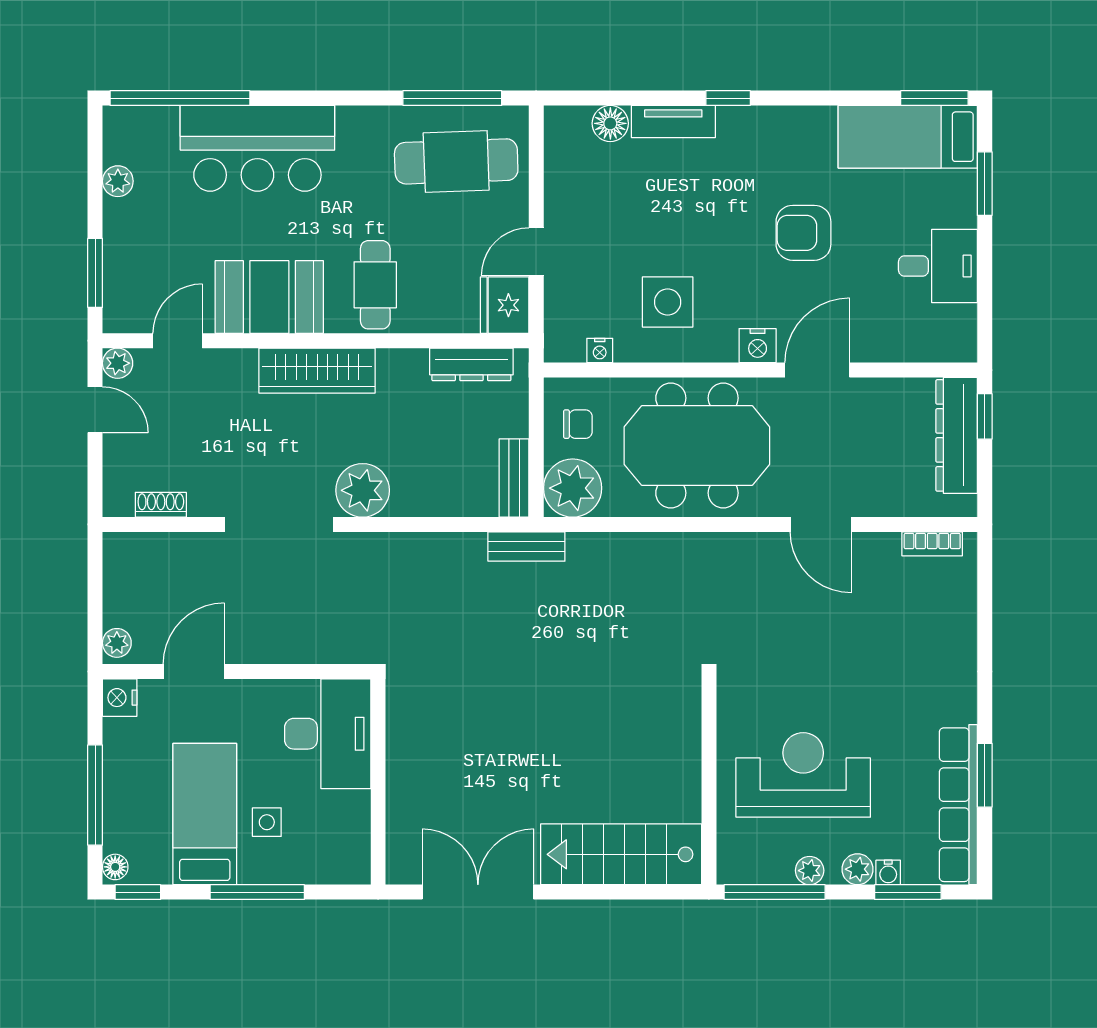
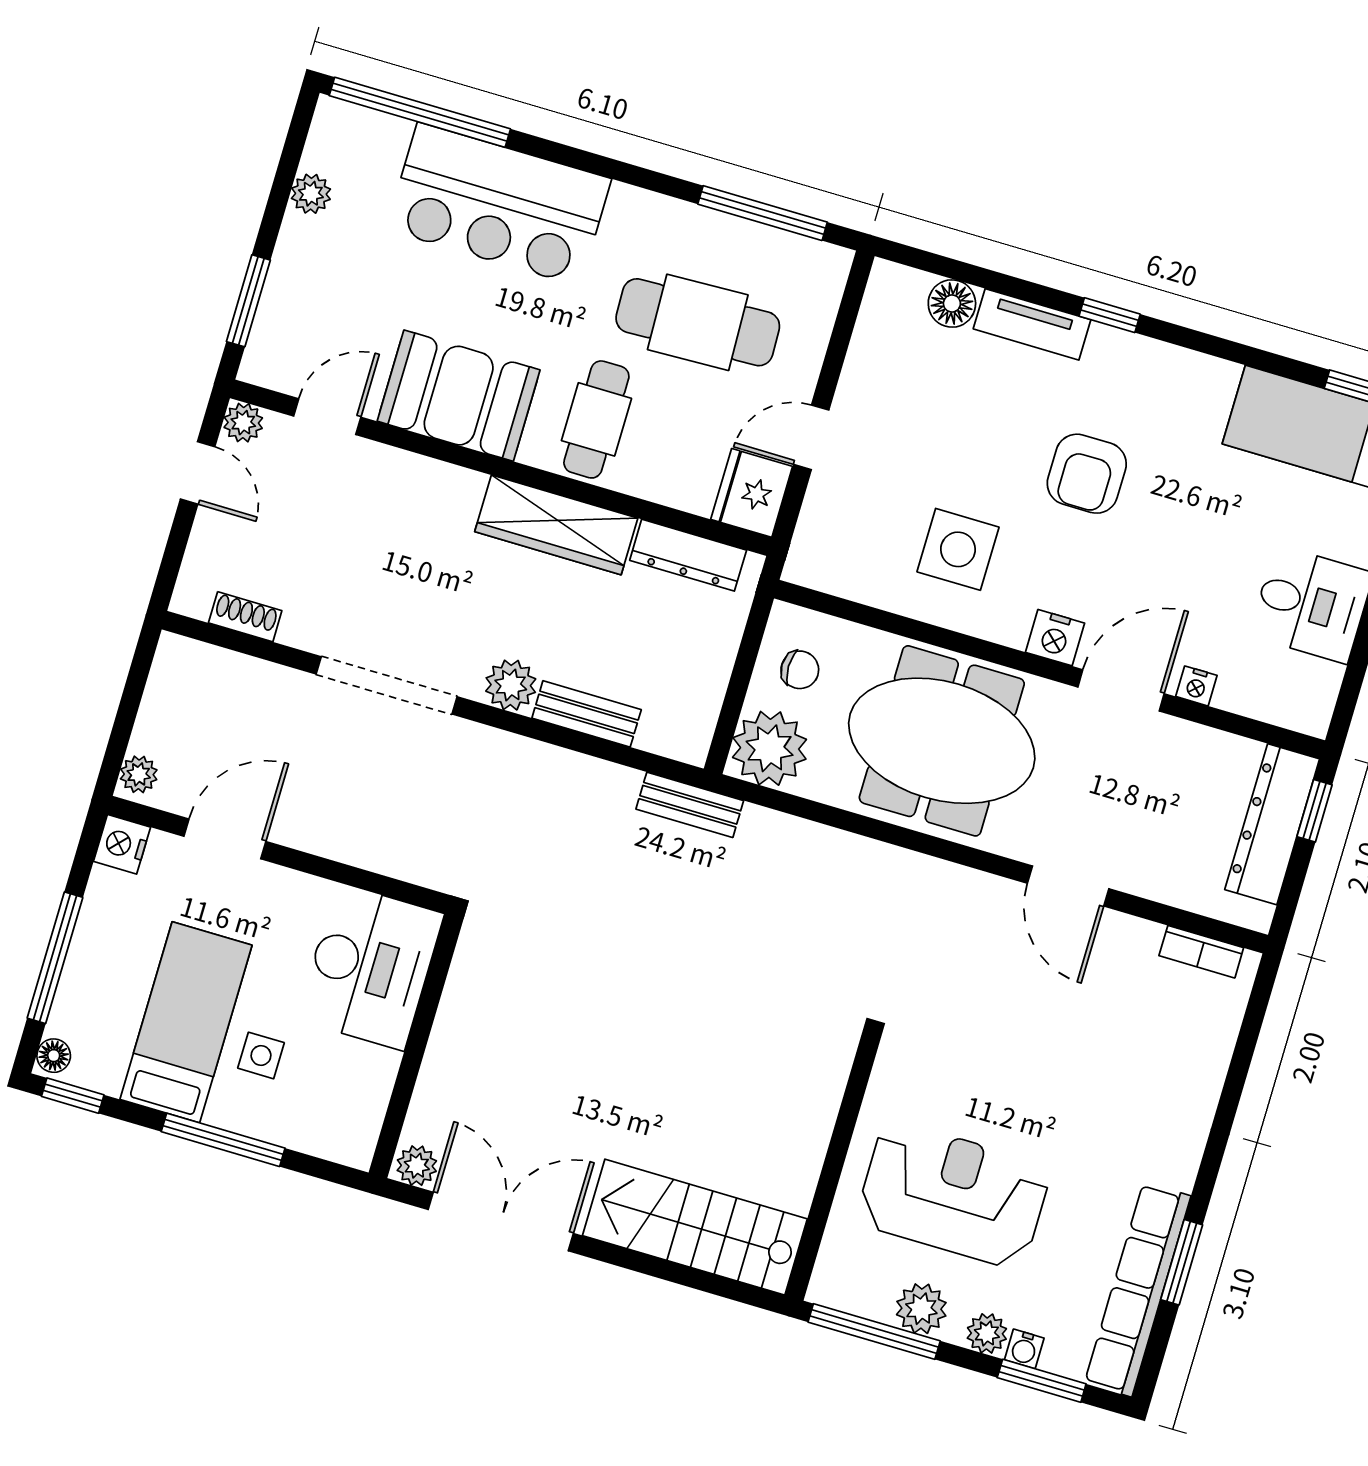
cafe table: (456, 161) -> (698, 322), moved
armchair: (803, 233) -> (1087, 474), moved, turned -90
nightstand: (600, 351) -> (1196, 686), moved
wardrobe: (317, 371) -> (556, 525), moved
bench: (514, 478) -> (587, 714), moved, turned 90
plant: (363, 490) -> (511, 685), width x0.73, depth x0.73
plant: (404, 869) -> (417, 1166), added
plant: (810, 871) -> (921, 1309), width x1.38, depth x1.38

